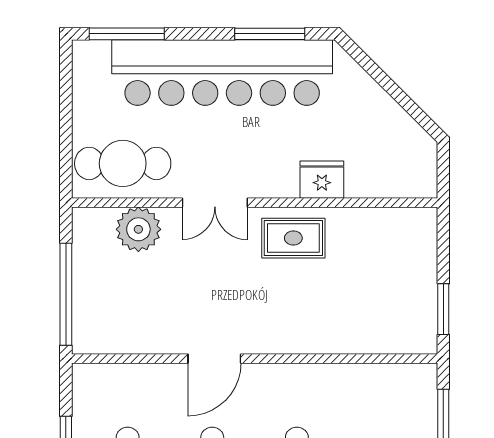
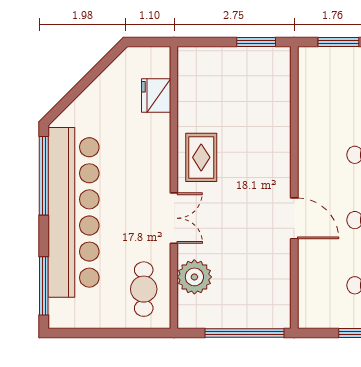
window: (270, 34) -> (44, 176), width x1.46
cafe table: (123, 163) -> (144, 289), width x0.73, depth x0.74
fridge: (322, 180) -> (156, 96), moved

